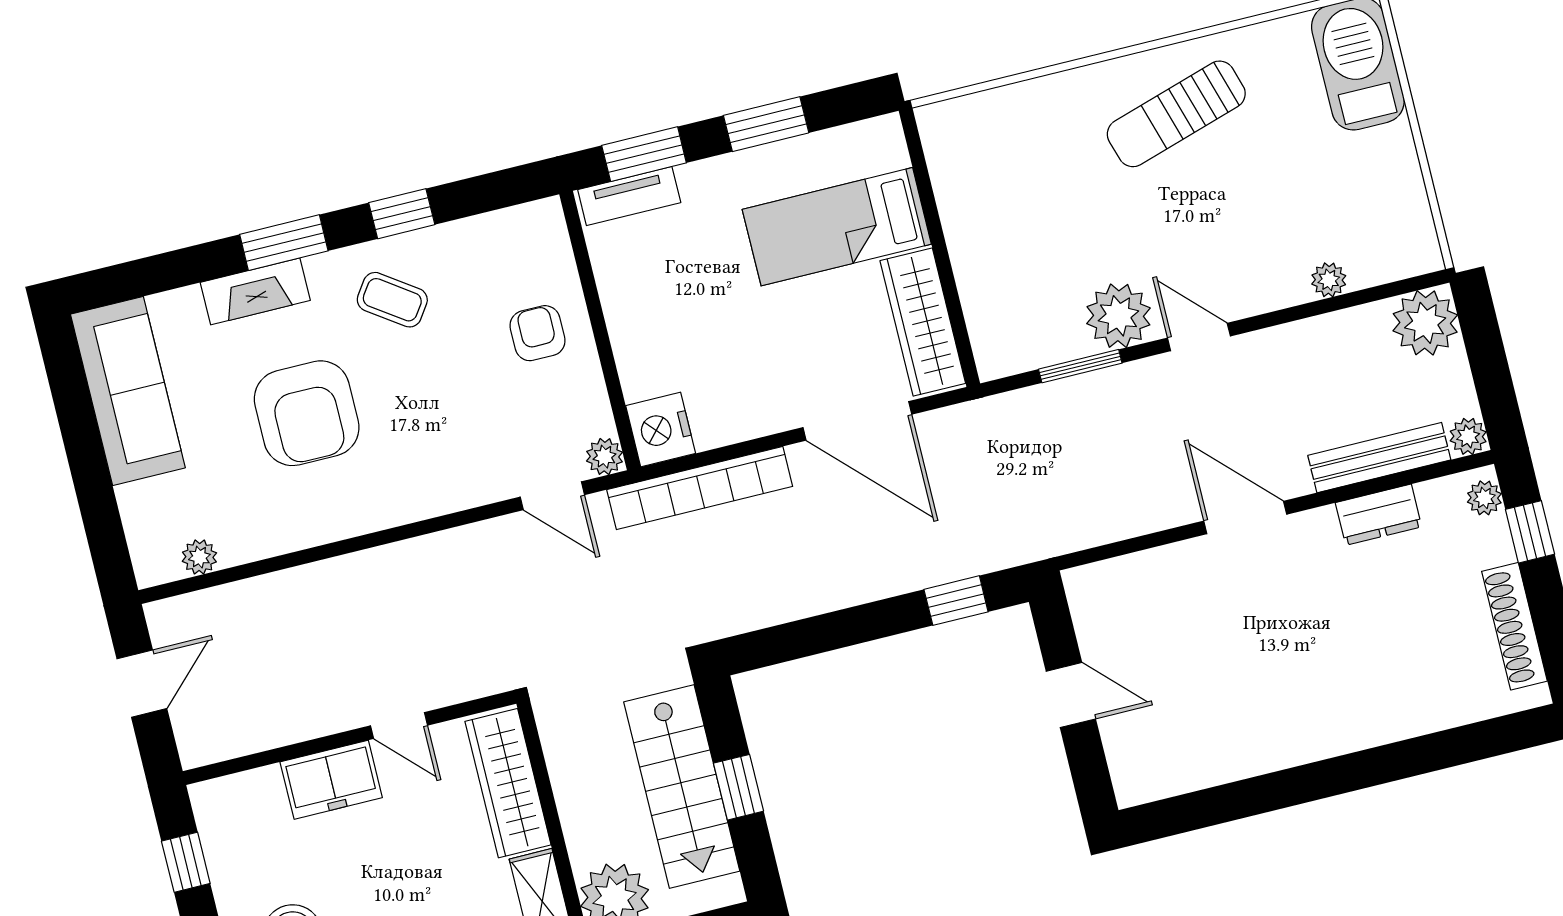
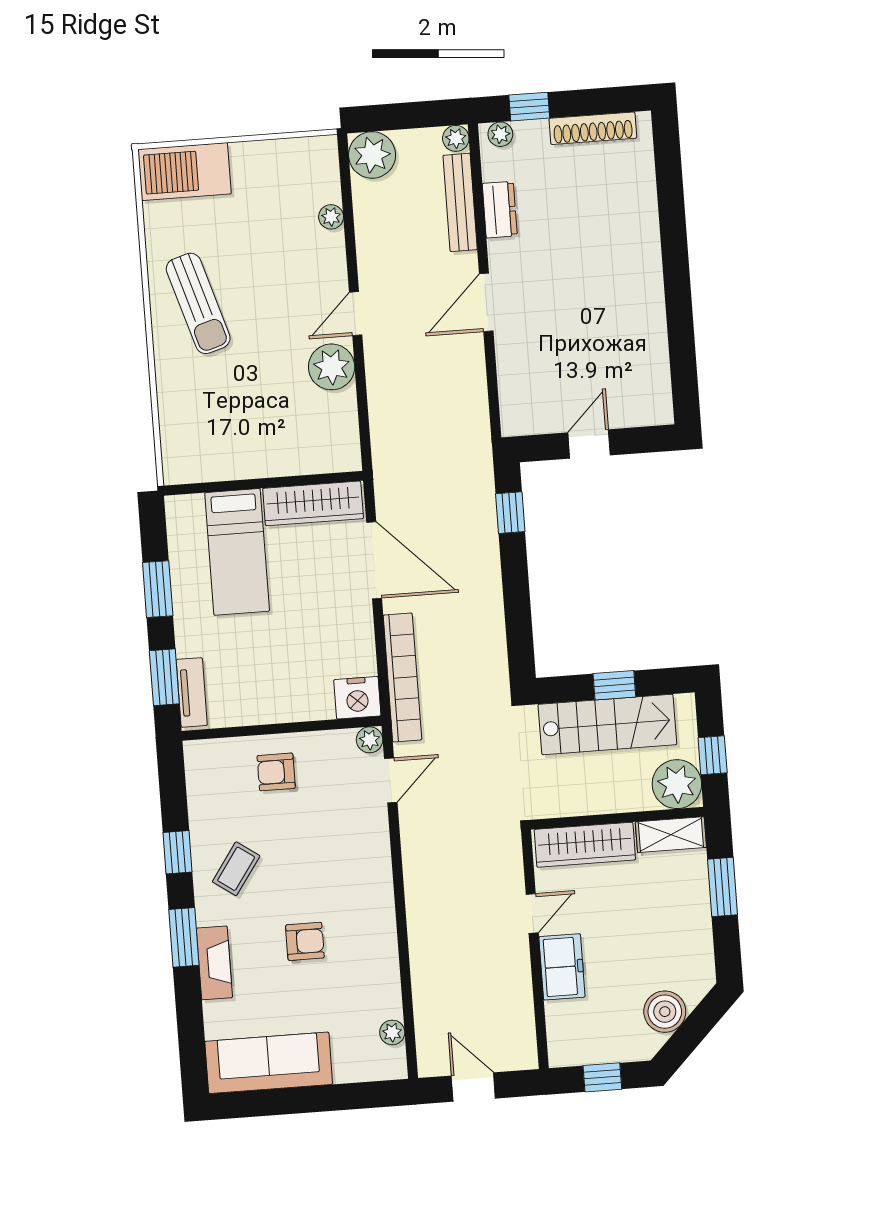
window: (1080, 366) -> (362, 399), removed
armchair: (307, 413) -> (305, 941), width x0.53, depth x0.53
door: (857, 421) -> (374, 560), hinge flipped

